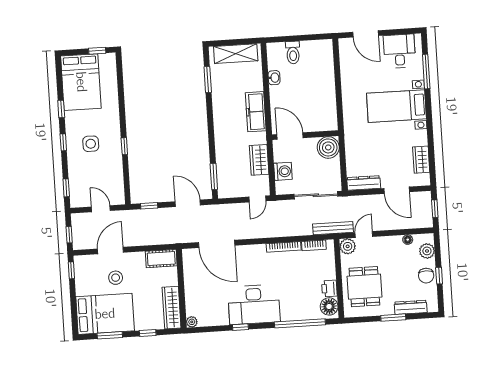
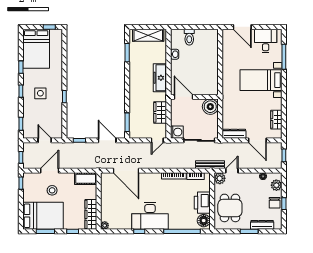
washing machine: (283, 171) -> (177, 132), moved
printer: (329, 288) -> (202, 203), width x1.87, depth x1.48

